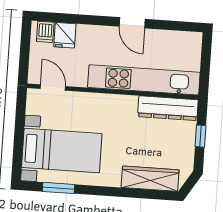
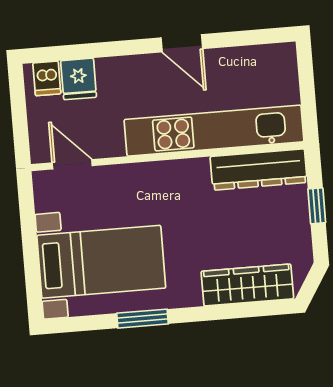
window: (58, 188) -> (142, 319), moved

